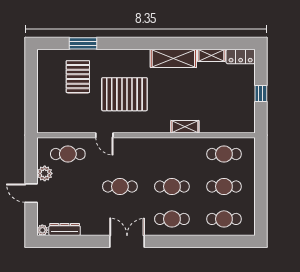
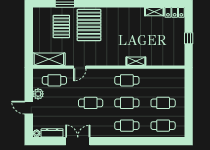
shelving: (173, 58) -> (49, 59), moved
pallet: (124, 94) -> (89, 25), moved, turned 90
door: (104, 135) -> (80, 67), hinge flipped
cafe table: (224, 154) -> (127, 80), moved
double door: (127, 241) -> (78, 141), moved

